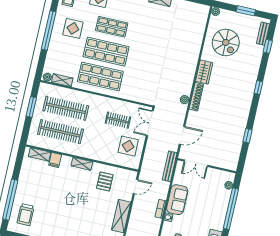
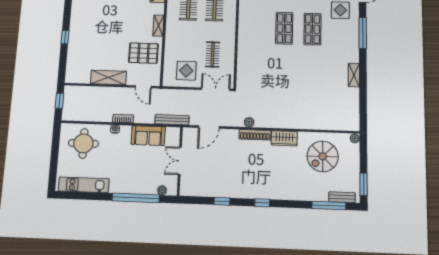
window: (246, 11) -> (364, 184), moved
window: (268, 46) -> (329, 206), width x2.17
shop shelf: (106, 52) -> (284, 28), width x0.70, depth x0.74
shop shelf: (100, 77) -> (256, 27), removed
window: (258, 87) -> (262, 203), moved
door: (182, 135) -> (209, 127), hinge flipped
double door: (196, 163) -> (180, 161), moved
pallet: (105, 181) -> (143, 53), width x1.50, depth x1.42
sofa: (177, 200) -> (148, 136), moved

